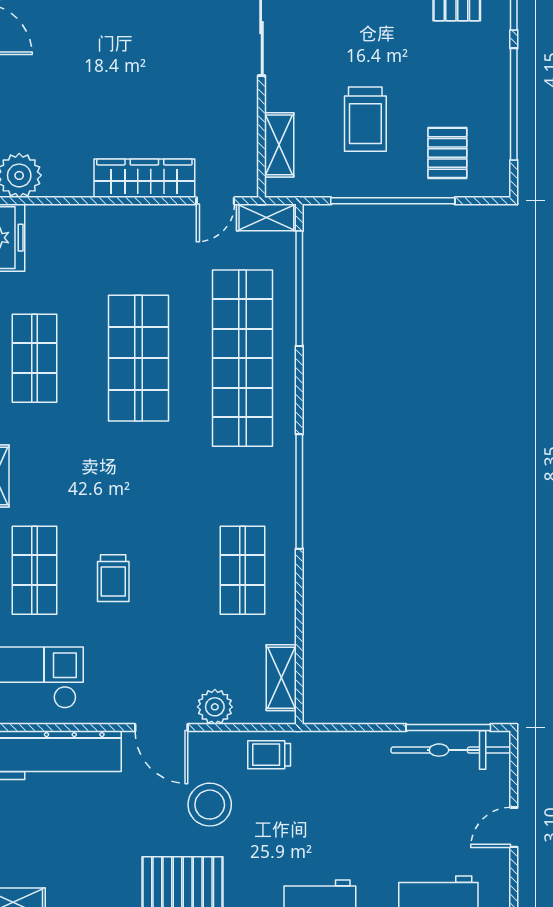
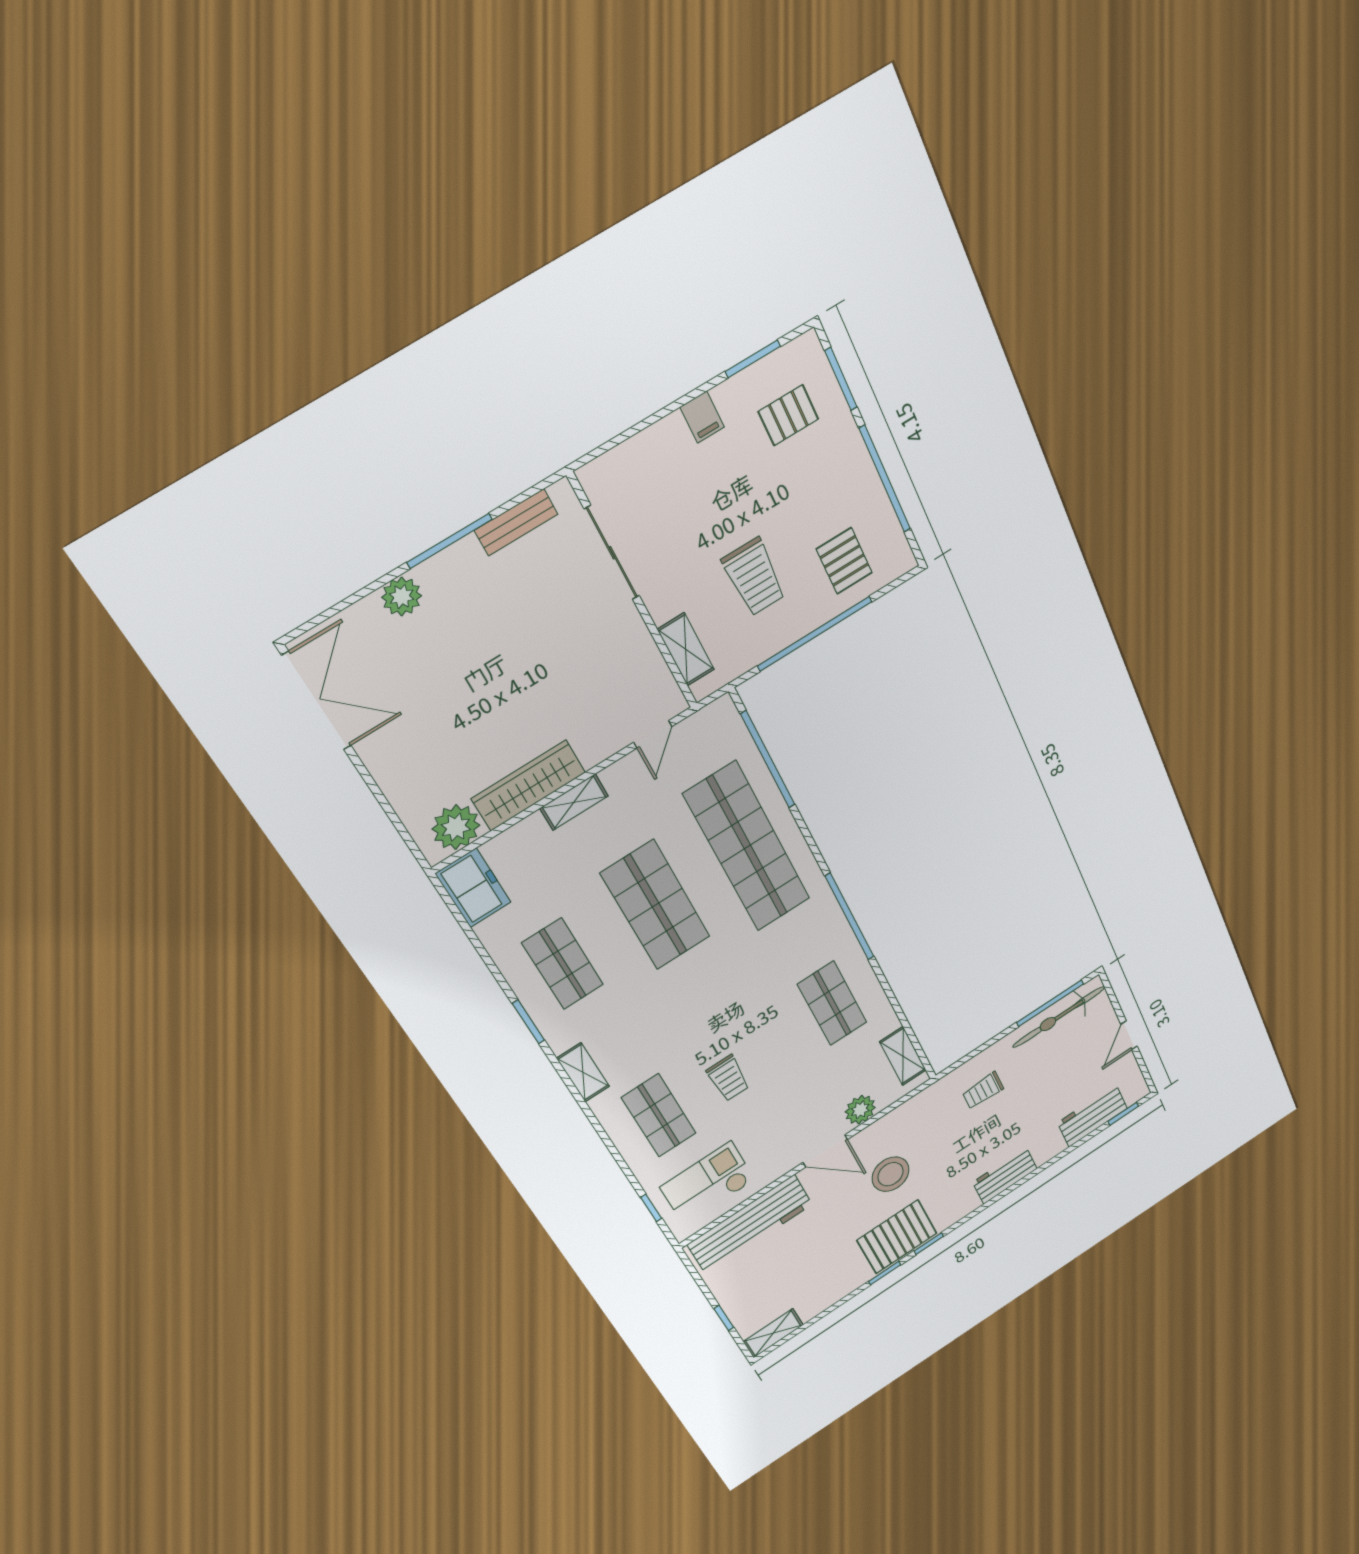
wardrobe: (144, 178) -> (528, 785), moved
shelving: (266, 217) -> (574, 802), moved
trolley: (269, 755) -> (983, 1090), moved

